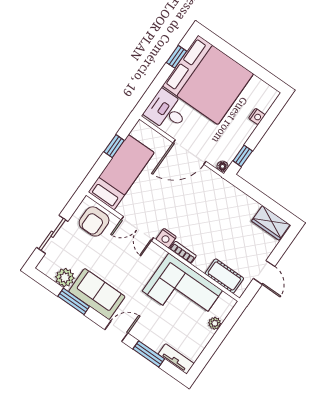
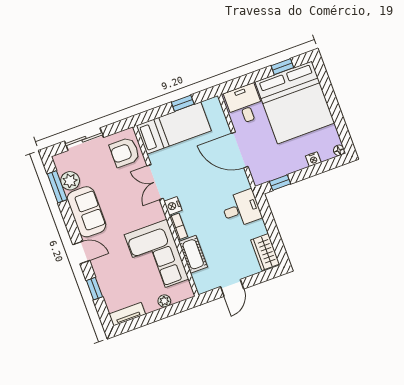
floor lamp: (223, 166) -> (339, 150), moved
desk: (225, 201) -> (241, 209), added
cot: (224, 276) -> (193, 254), moved
window: (74, 301) -> (57, 187), moved
window: (149, 354) -> (94, 289), width x0.67
tv unit: (176, 359) -> (127, 314), moved, turned -90

